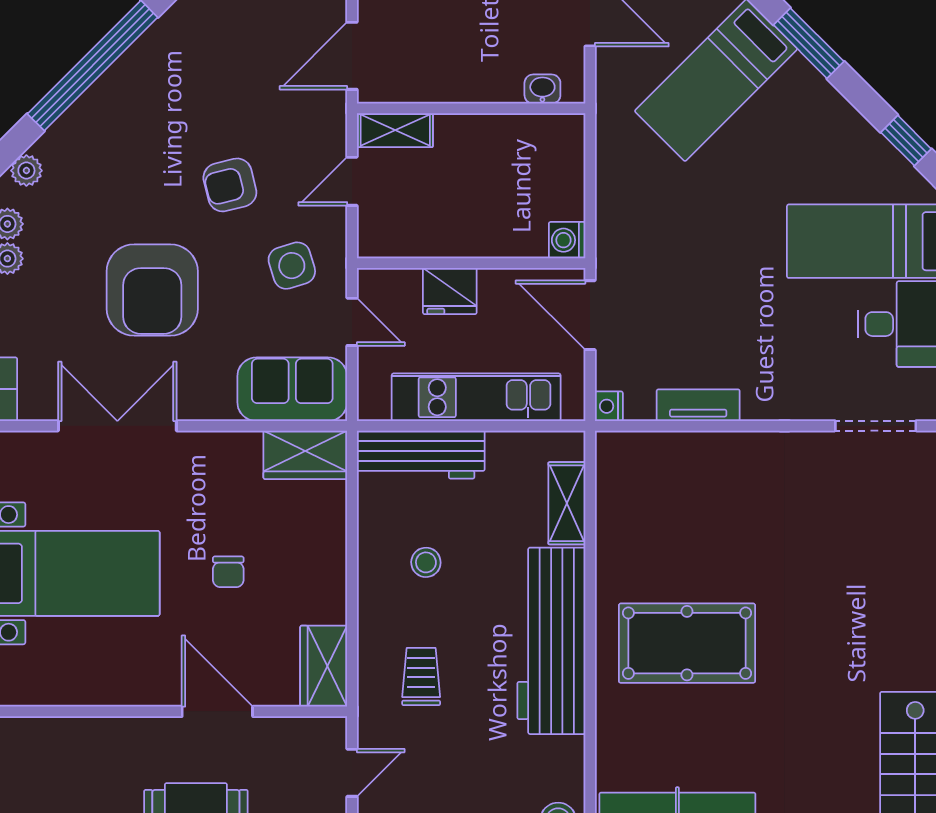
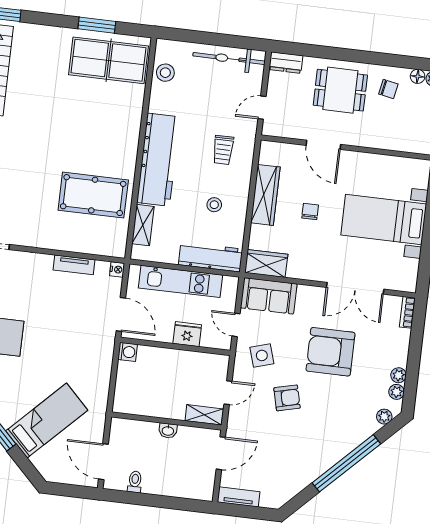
washbasin: (542, 89) -> (168, 431), moved
armchair: (152, 290) -> (330, 352), turned -90
pool table: (687, 643) -> (93, 195), moved
wardrobe: (324, 666) -> (265, 195), moved, width x1.50

